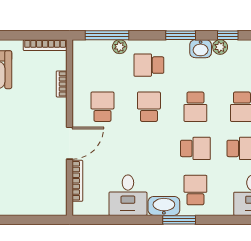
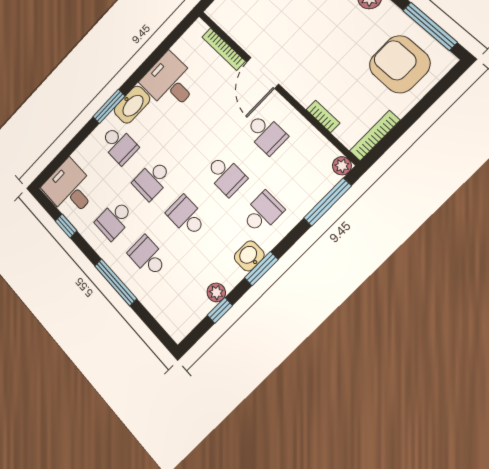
plant: (120, 47) -> (342, 166), moved
washbasin: (201, 49) -> (249, 256), moved

